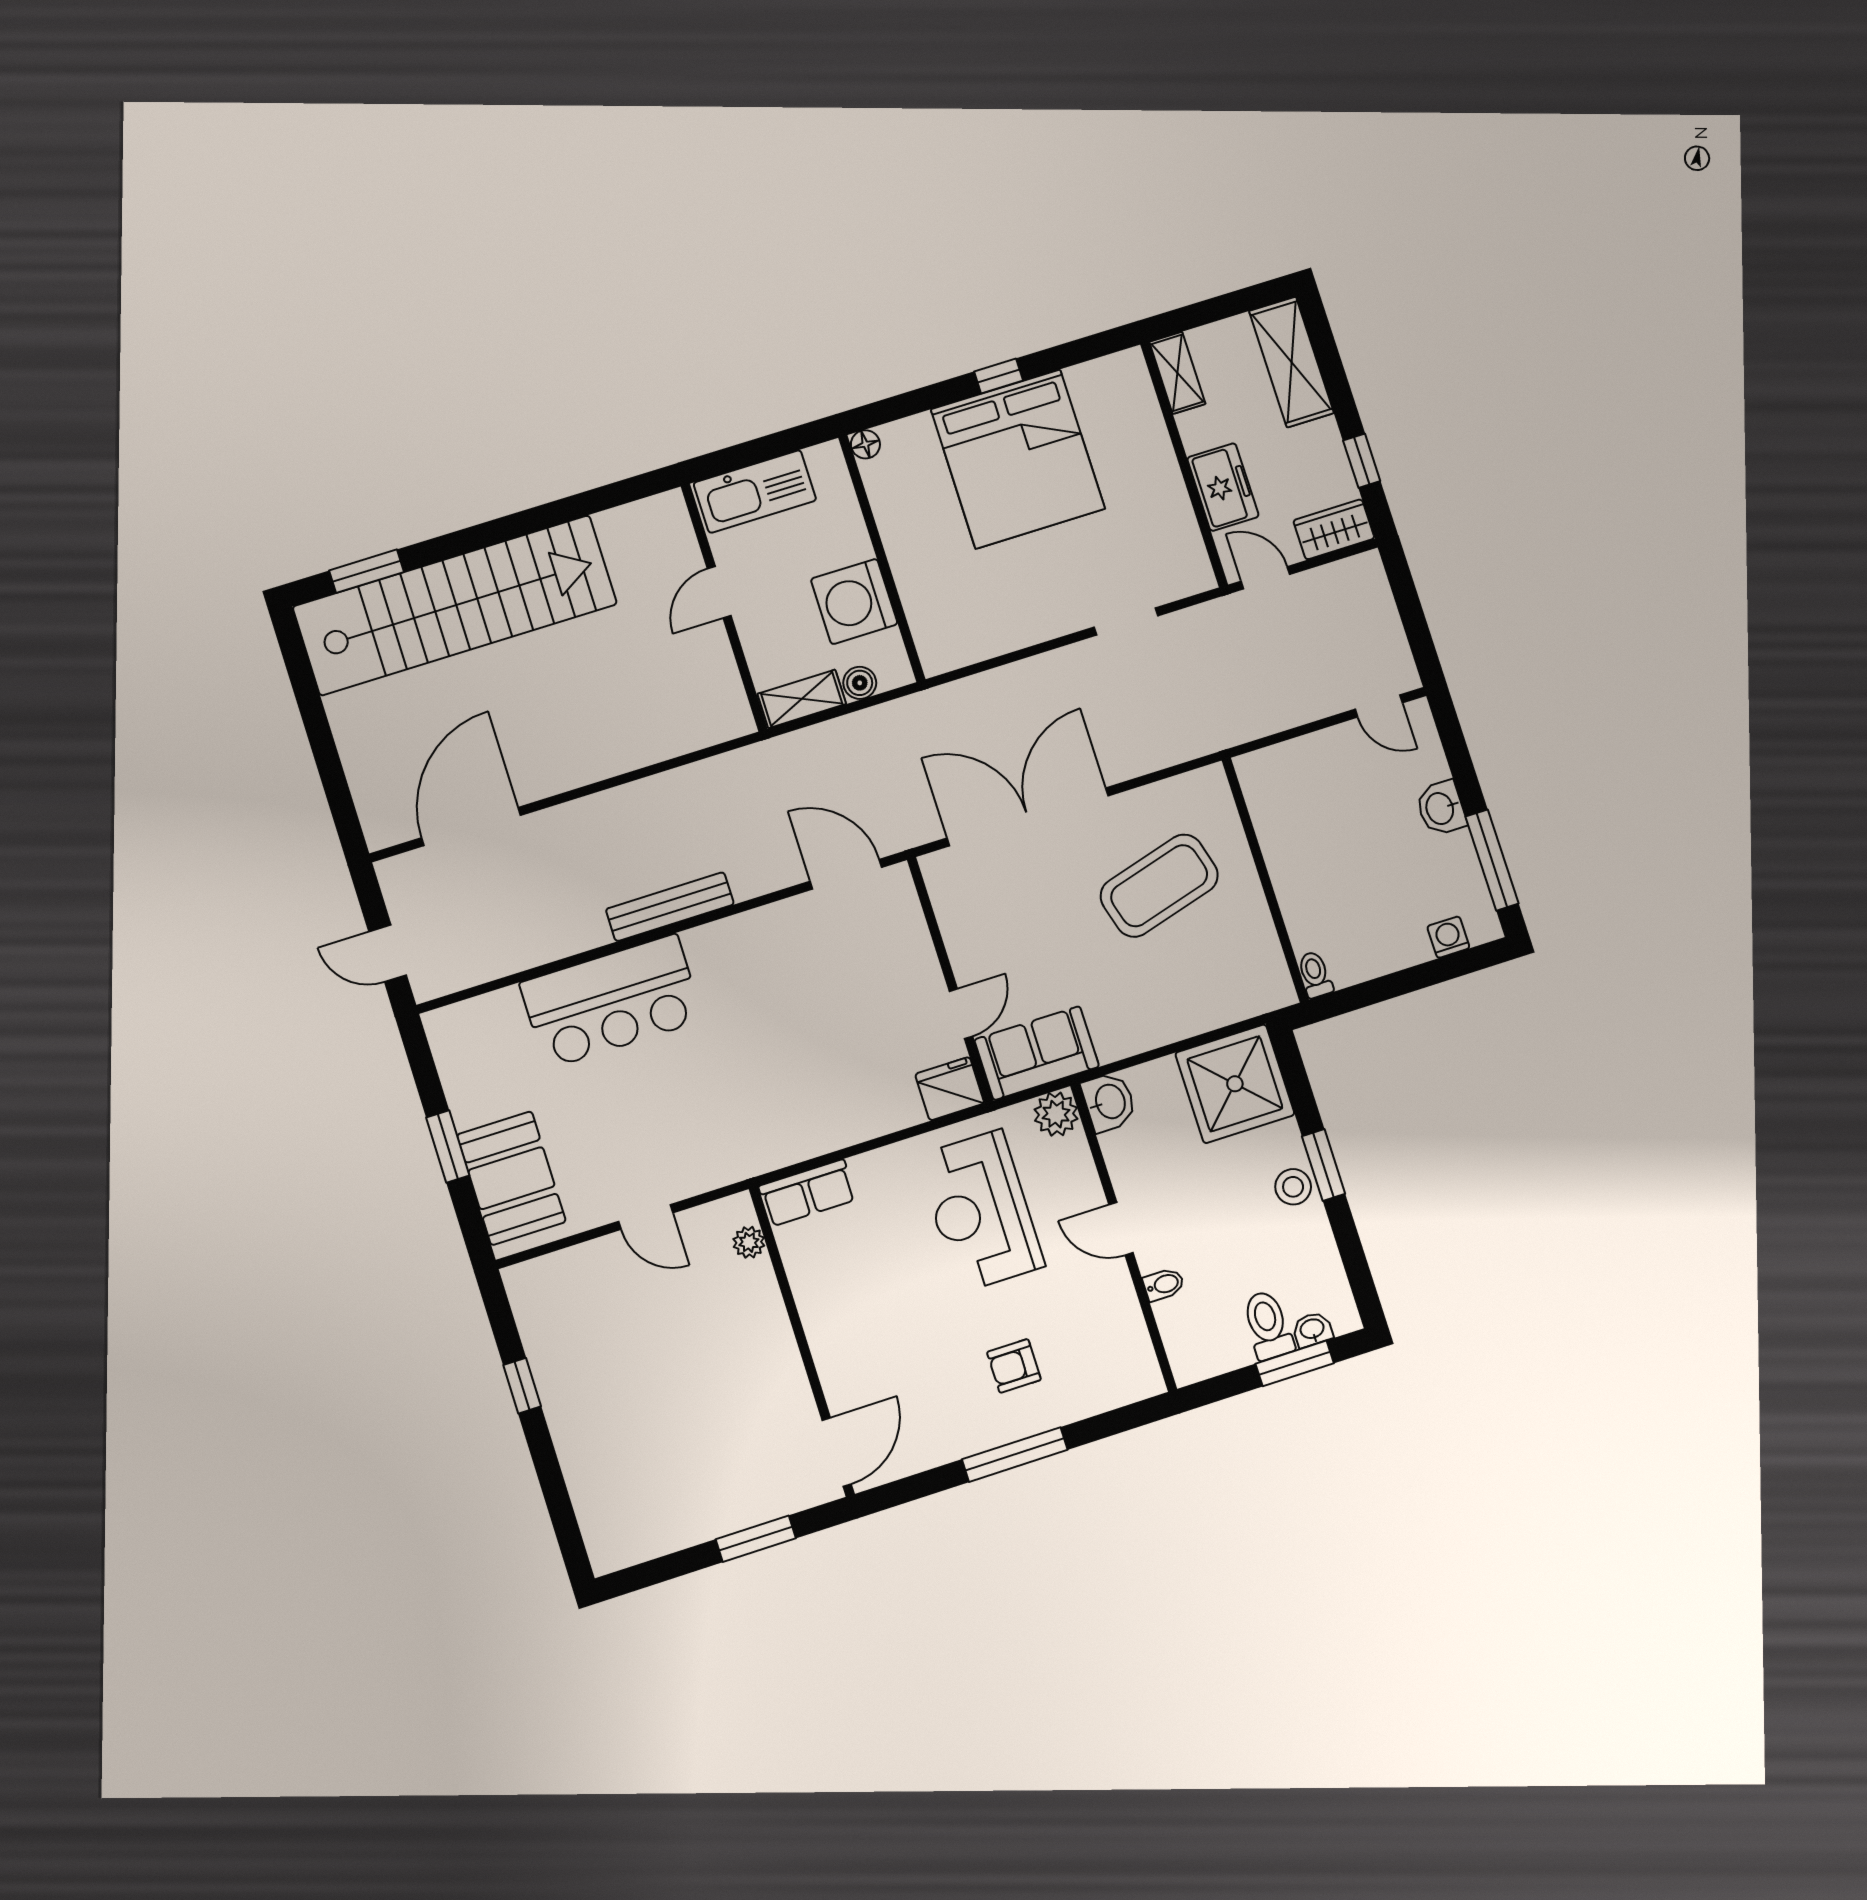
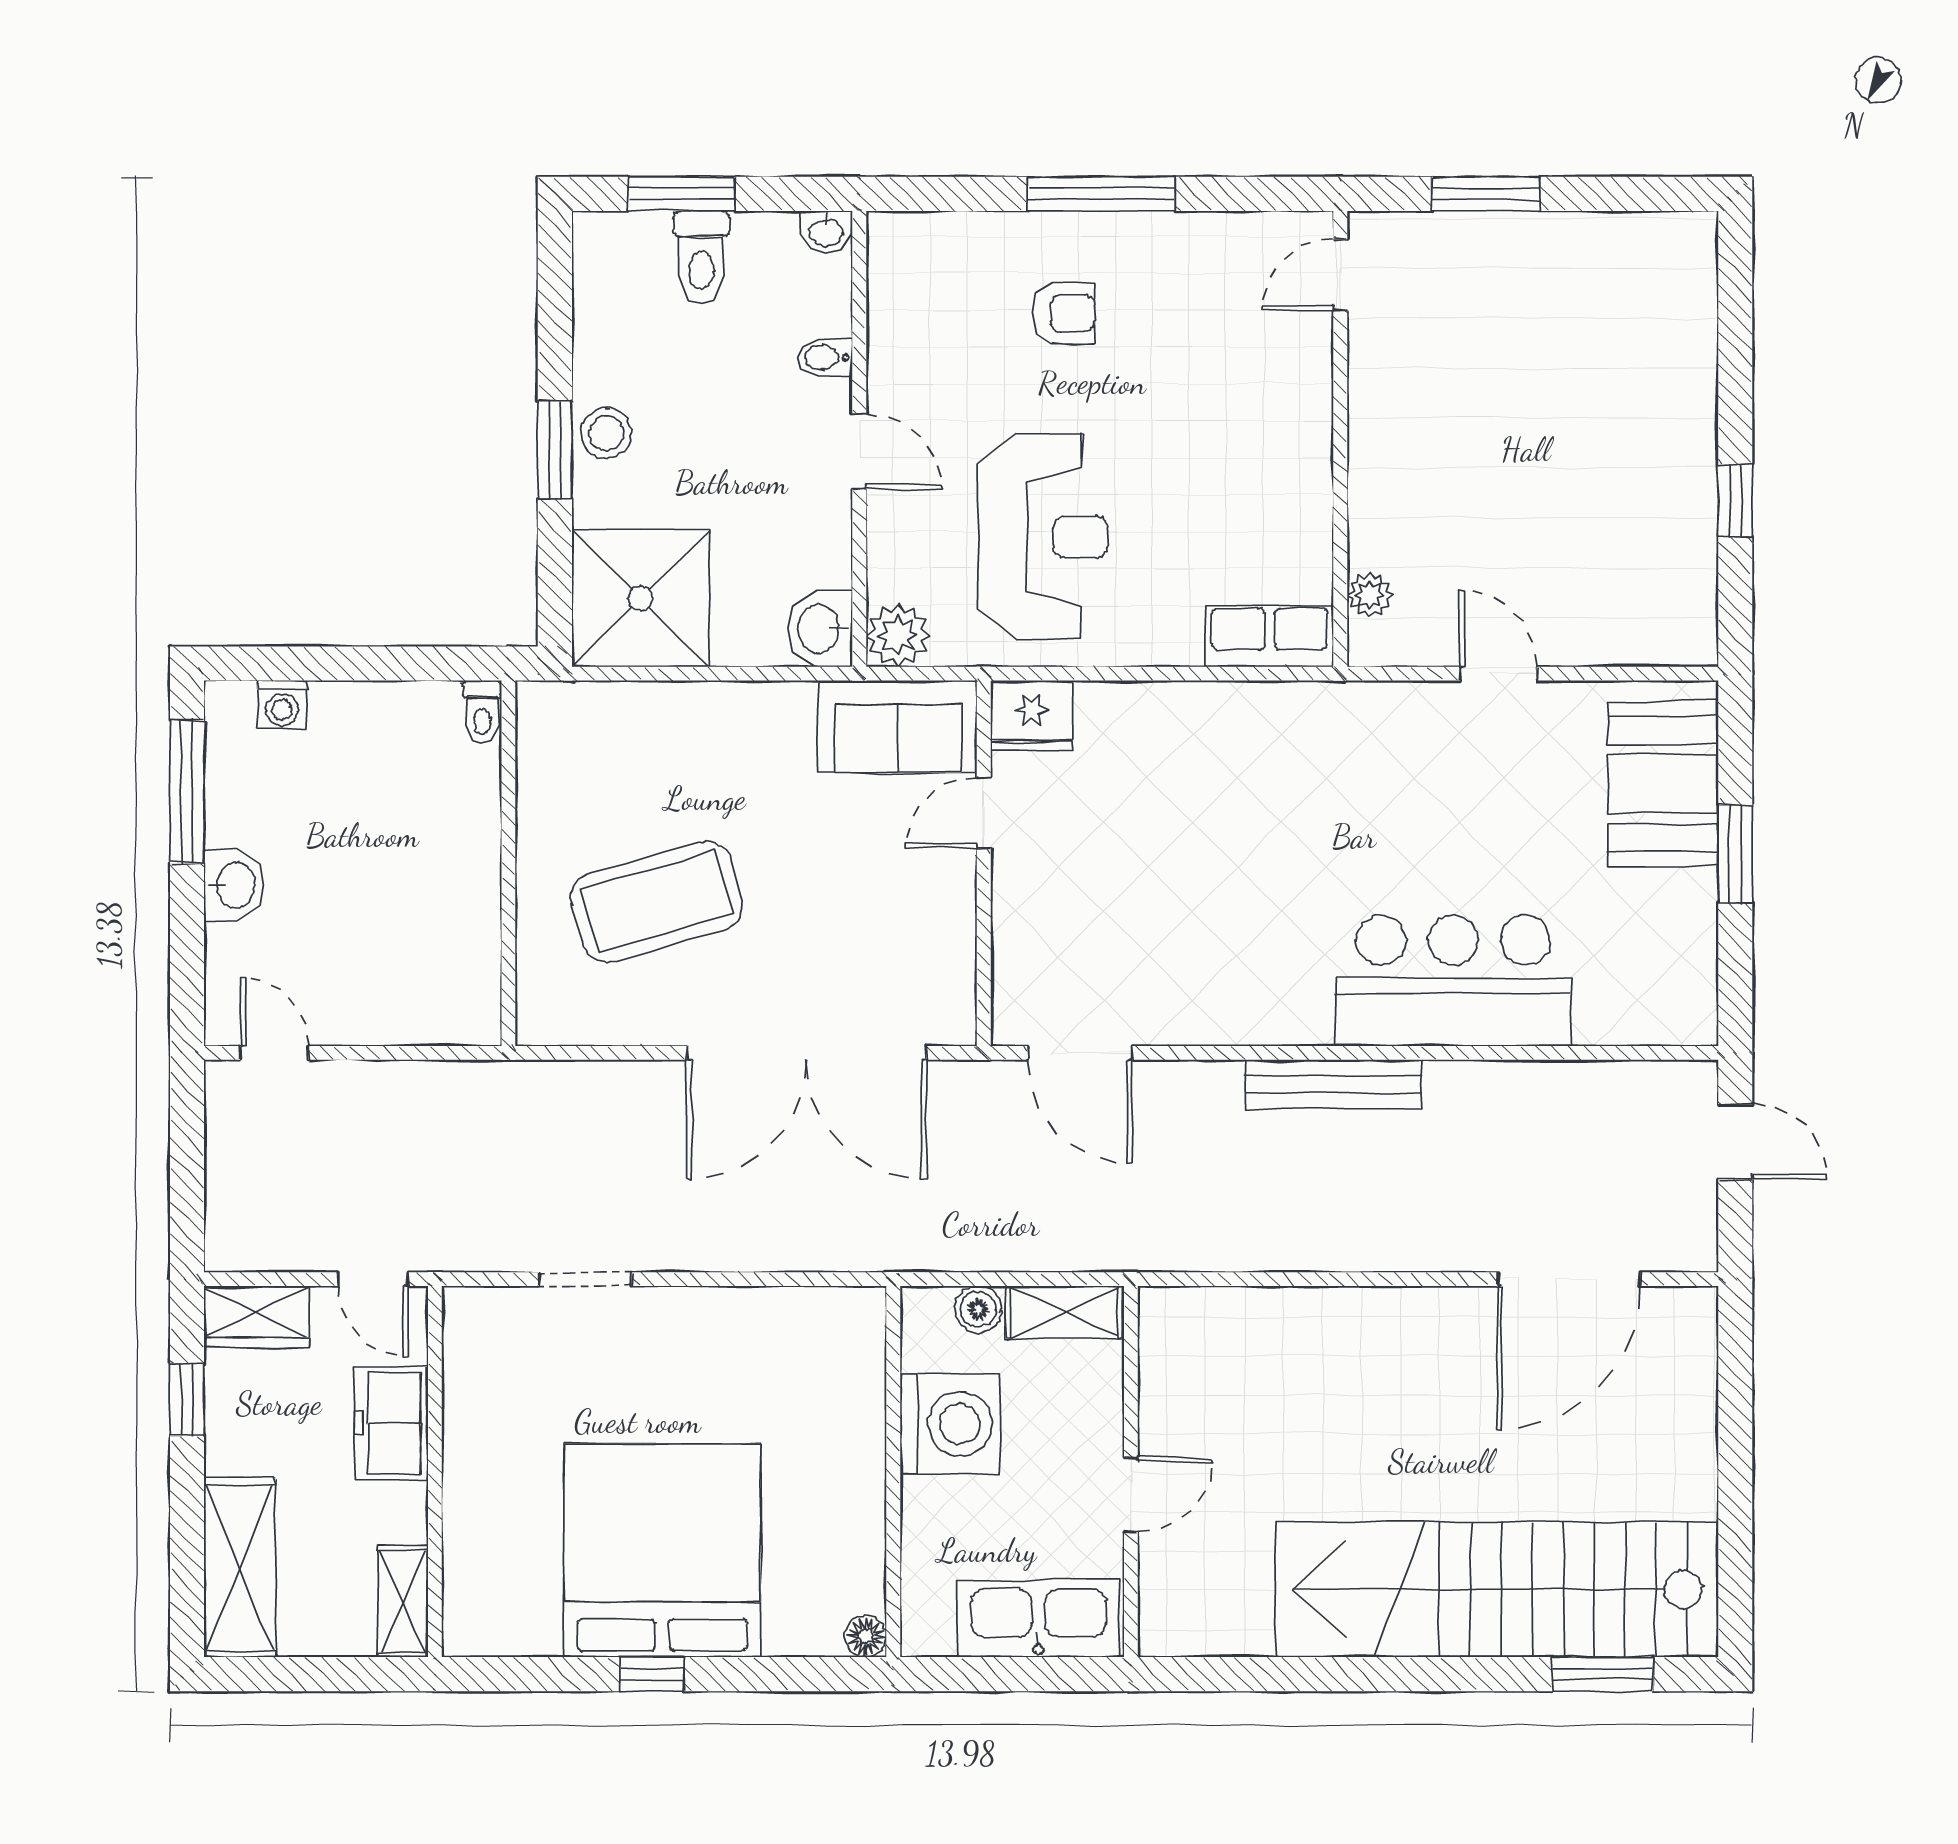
washbasin: (1312, 1330) -> (826, 232), moved
door: (837, 1452) -> (1340, 275), width x0.73

